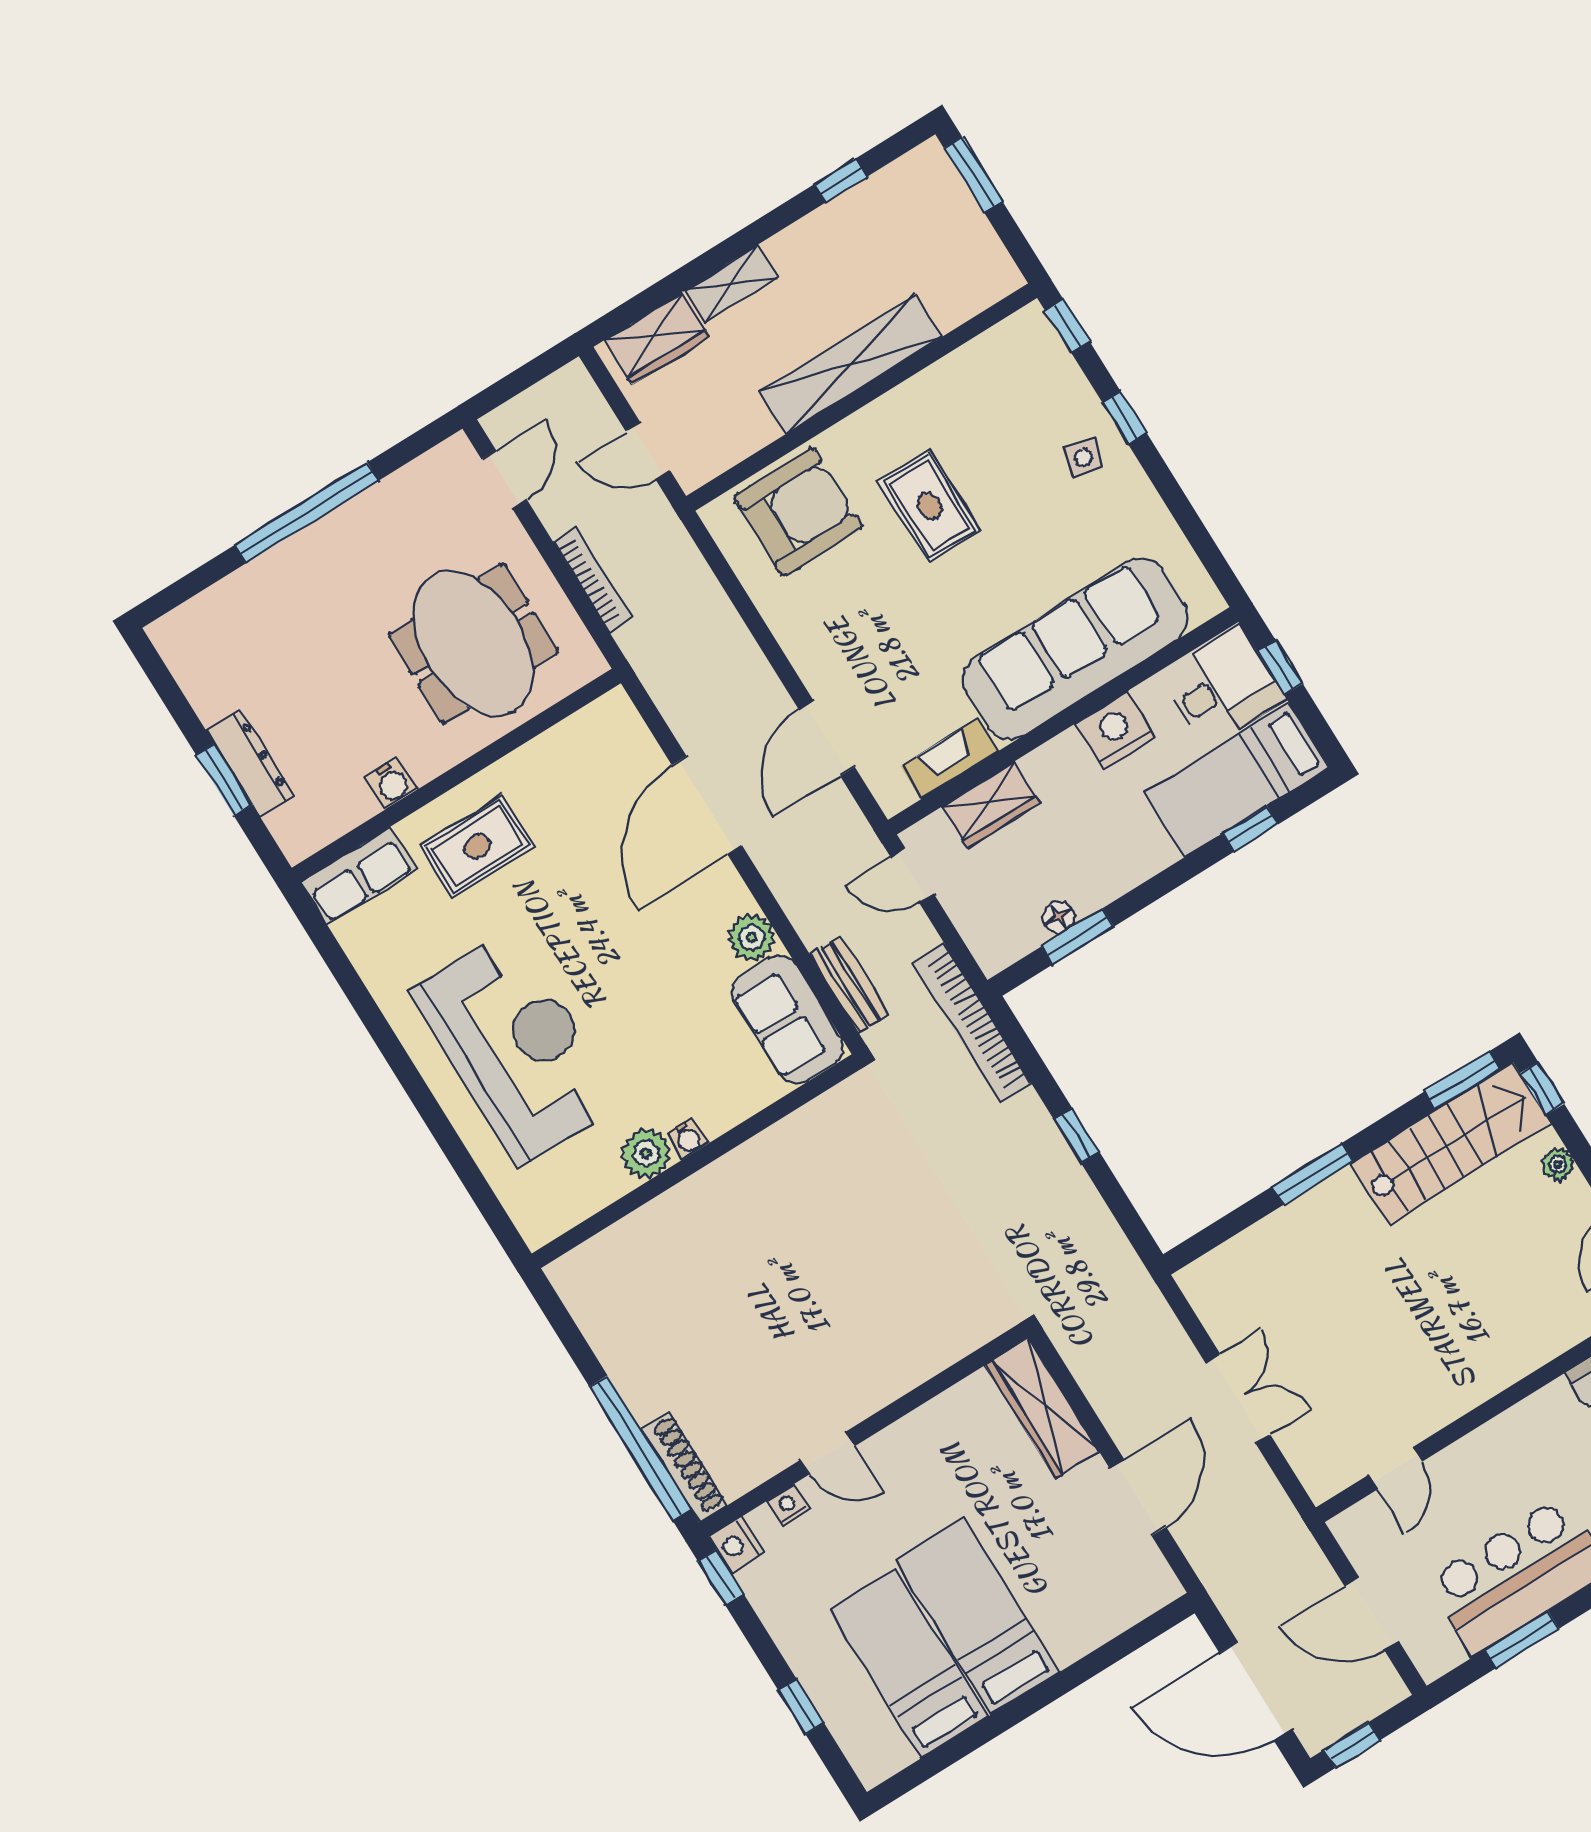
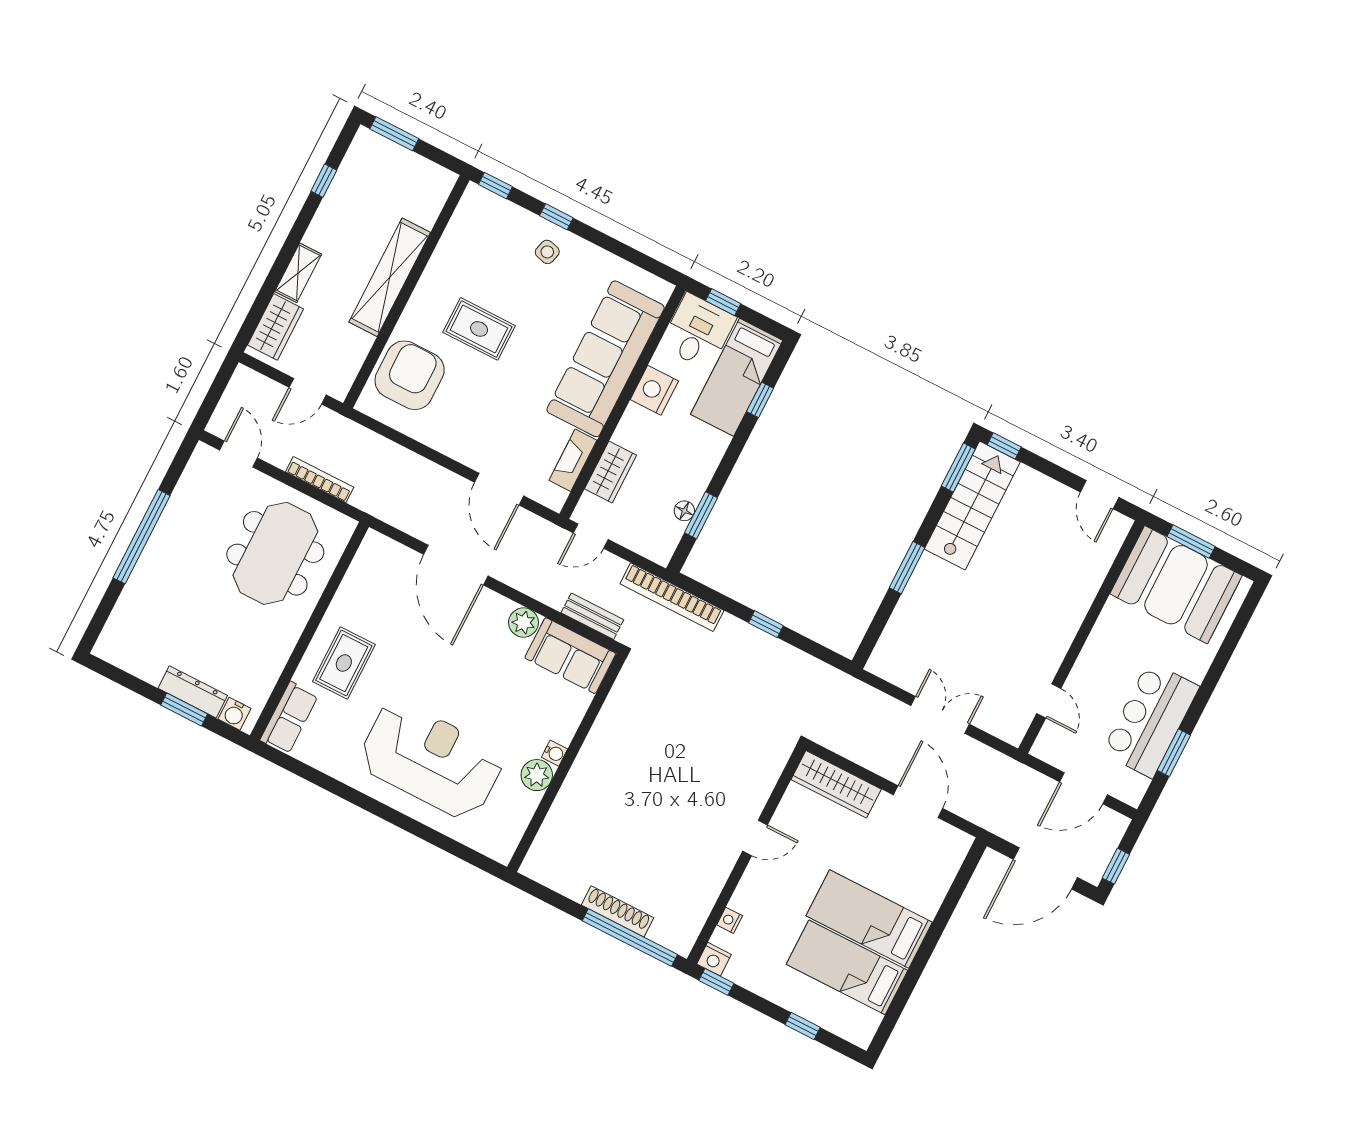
meeting table: (473, 643) -> (275, 553), turned 90
water cooler: (392, 783) -> (235, 714), moved, turned 90
plant: (1558, 1164) -> (1038, 482), removed
door: (827, 1453) -> (755, 838), moved
shoe rack: (685, 1467) -> (617, 911), moved

